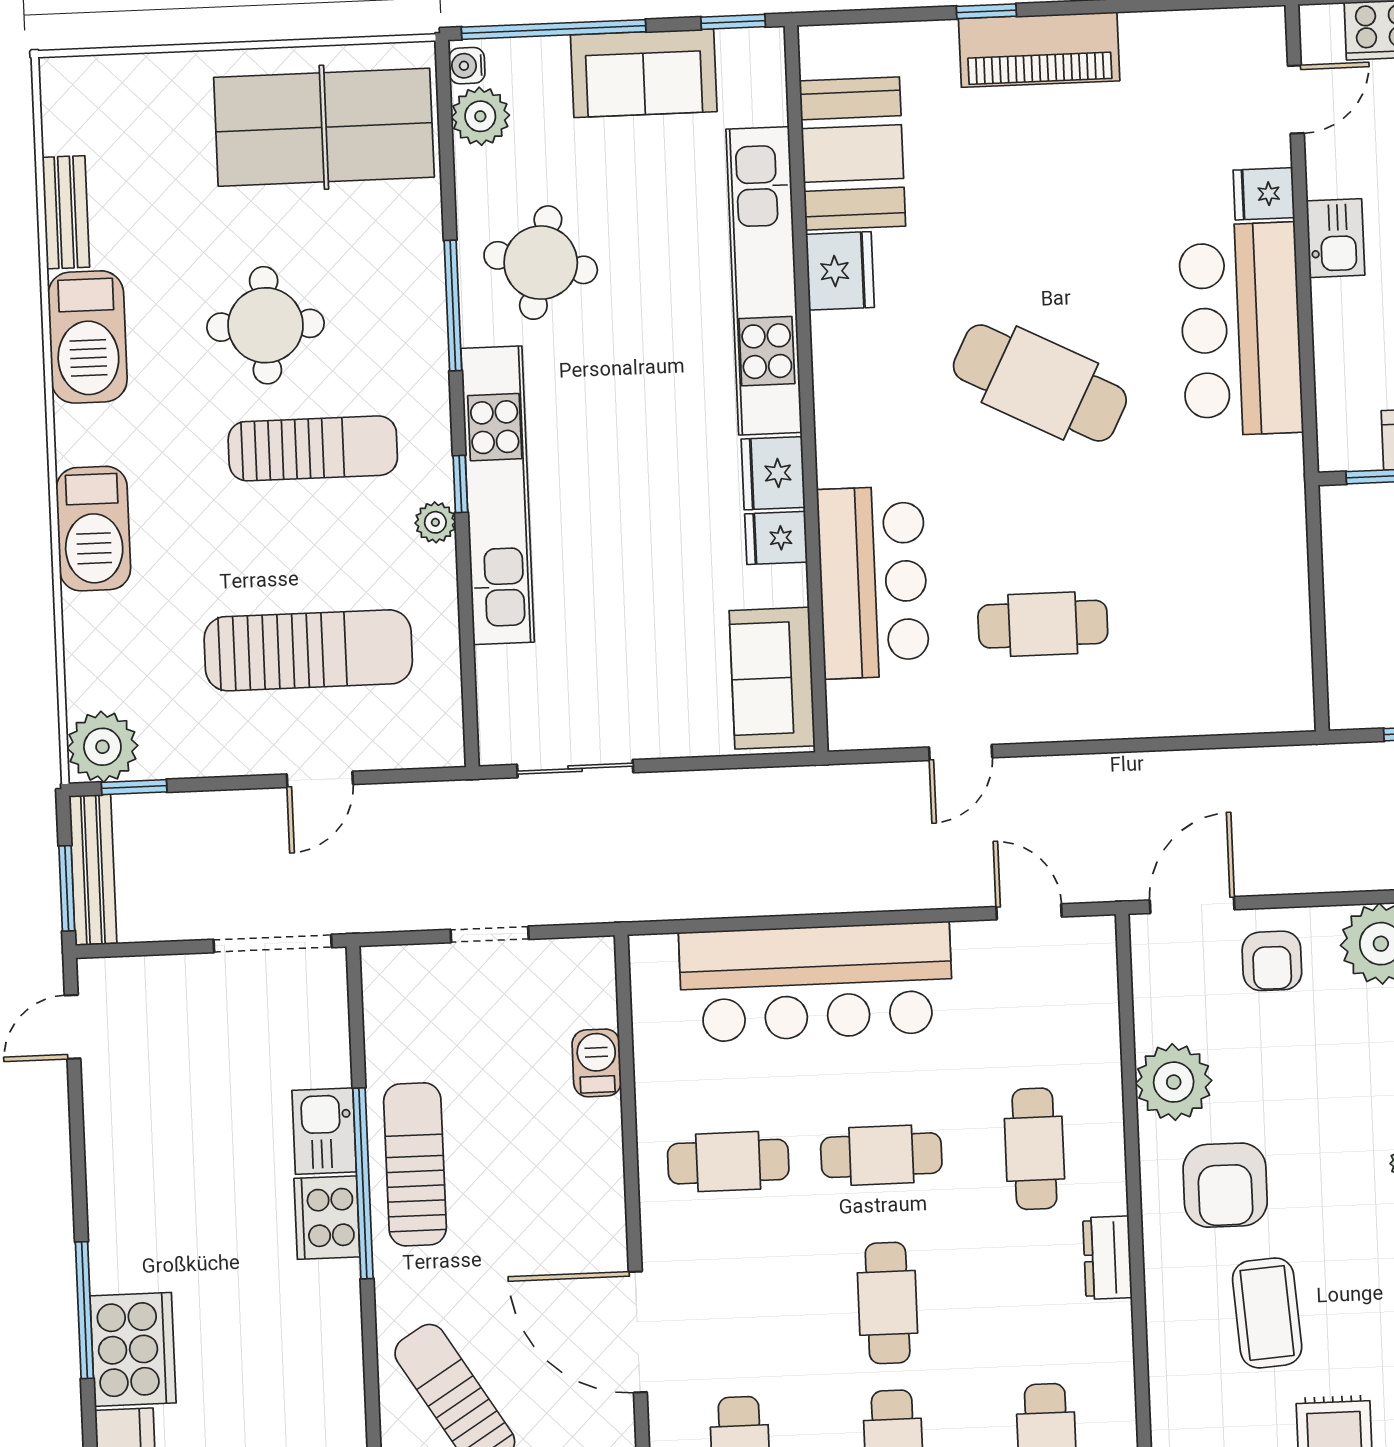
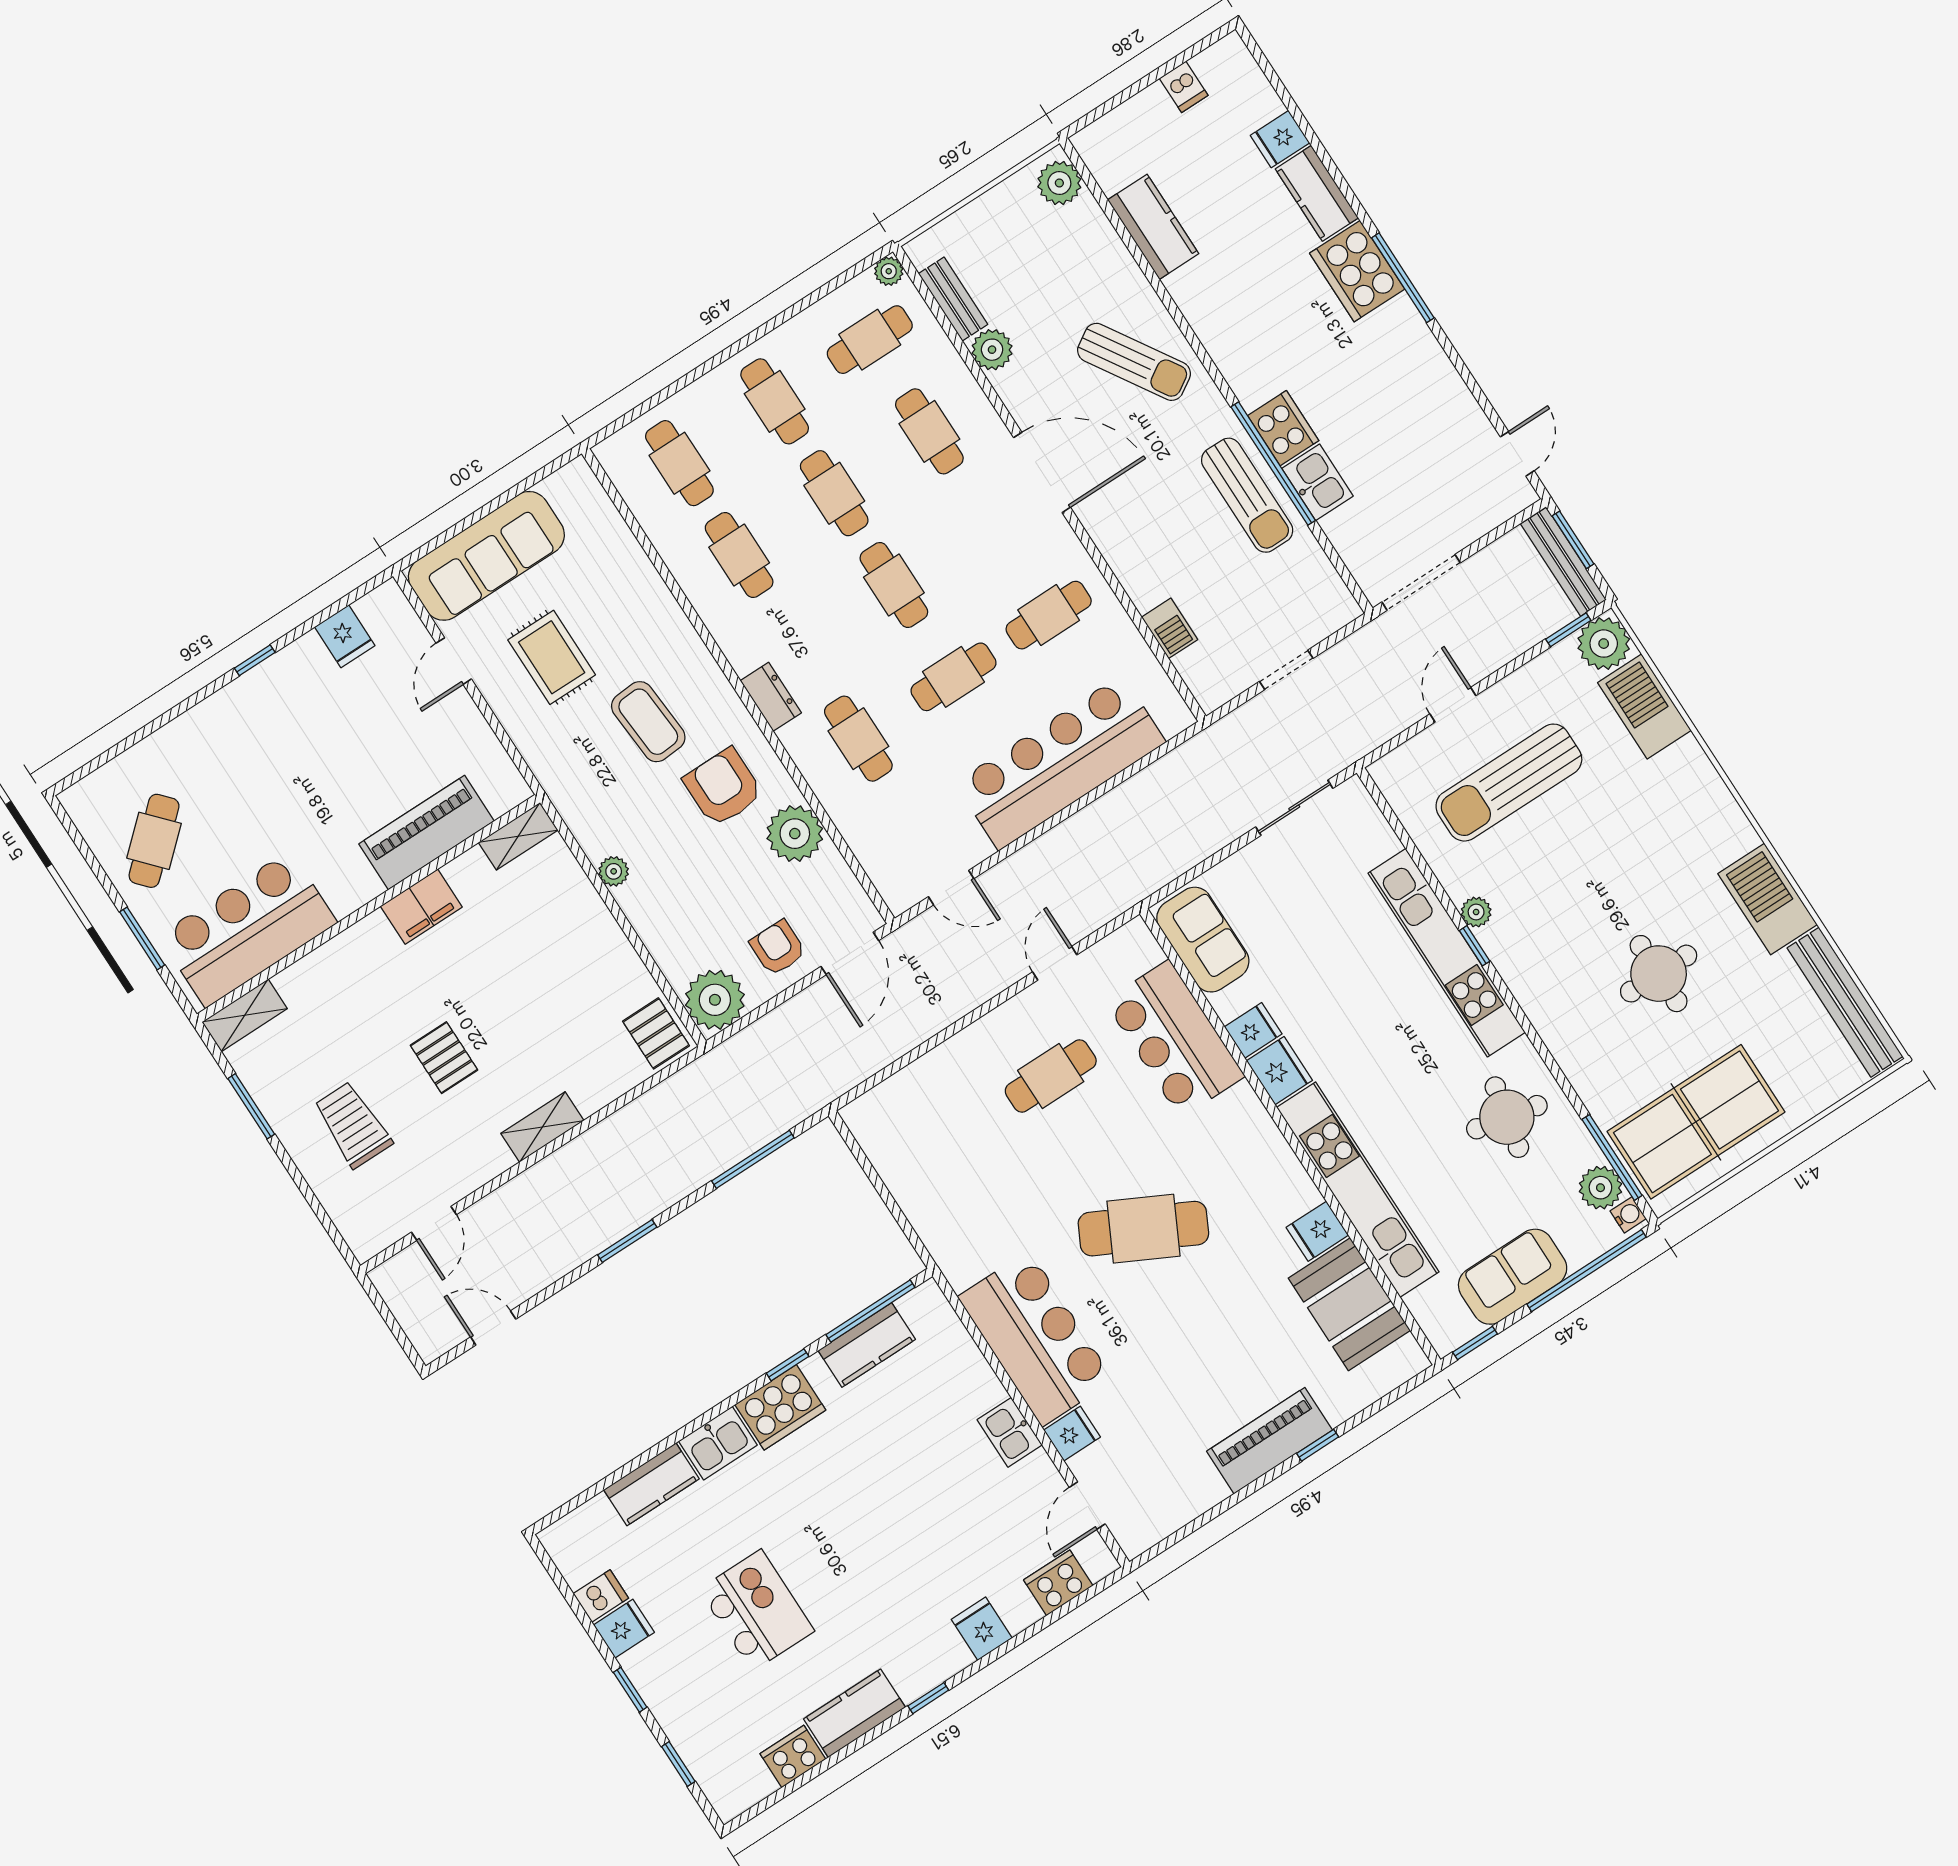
bench: (66, 212) -> (1845, 1002), width x1.86, depth x1.21
fridge: (840, 271) -> (1317, 1231), width x0.72
window: (453, 305) -> (1612, 1157), moved
sun lounger: (313, 448) -> (1582, 913), removed
barbecue: (93, 529) -> (1644, 706), moved

